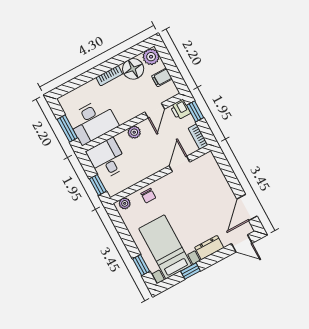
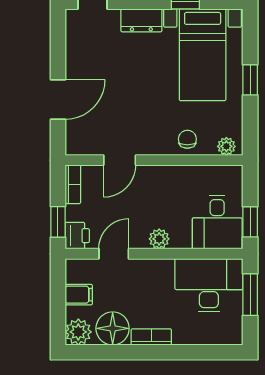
window: (98, 185) -> (250, 222), moved
door: (247, 208) -> (58, 99), moved
window: (141, 265) -> (250, 80), moved

